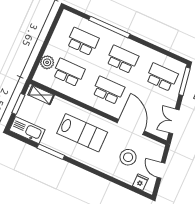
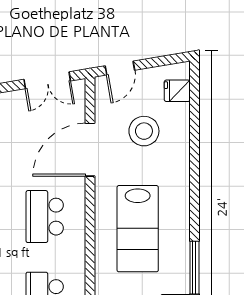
lab bench: (82, 133) -> (138, 229), turned 180
door: (161, 170) -> (120, 68), moved

